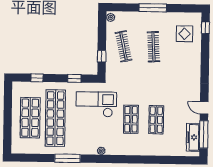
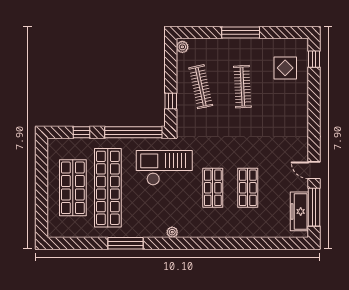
window: (74, 78) -> (133, 132), width x3.17

